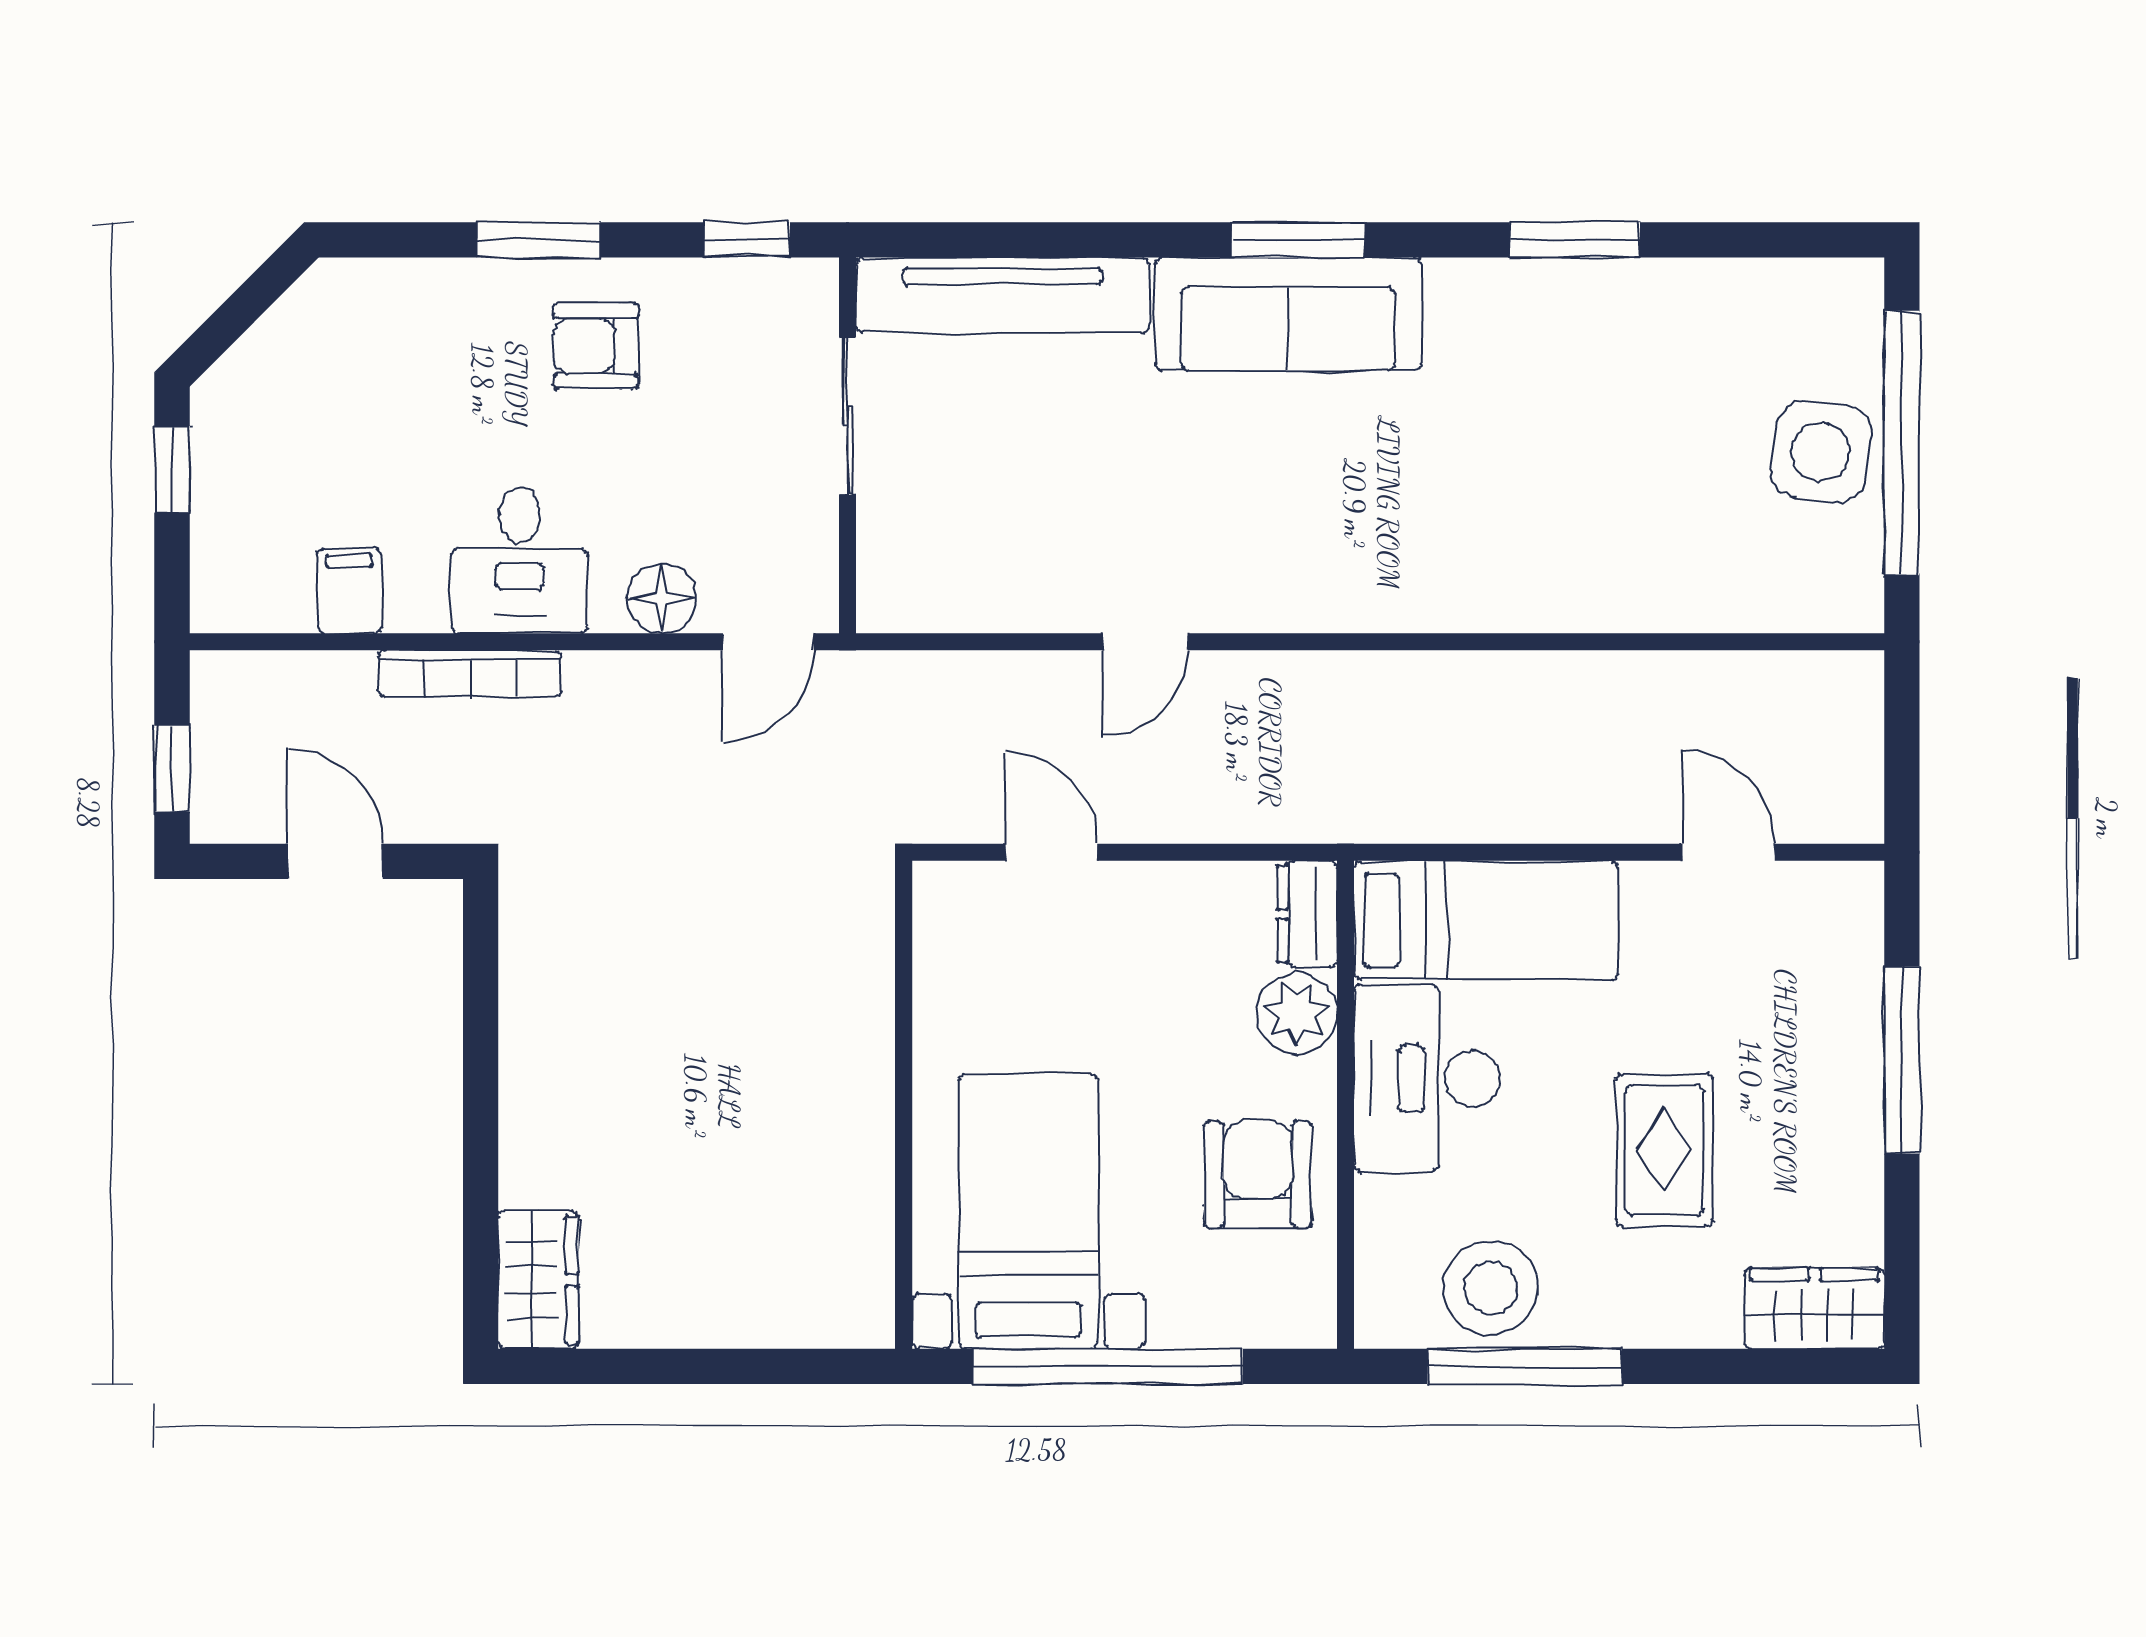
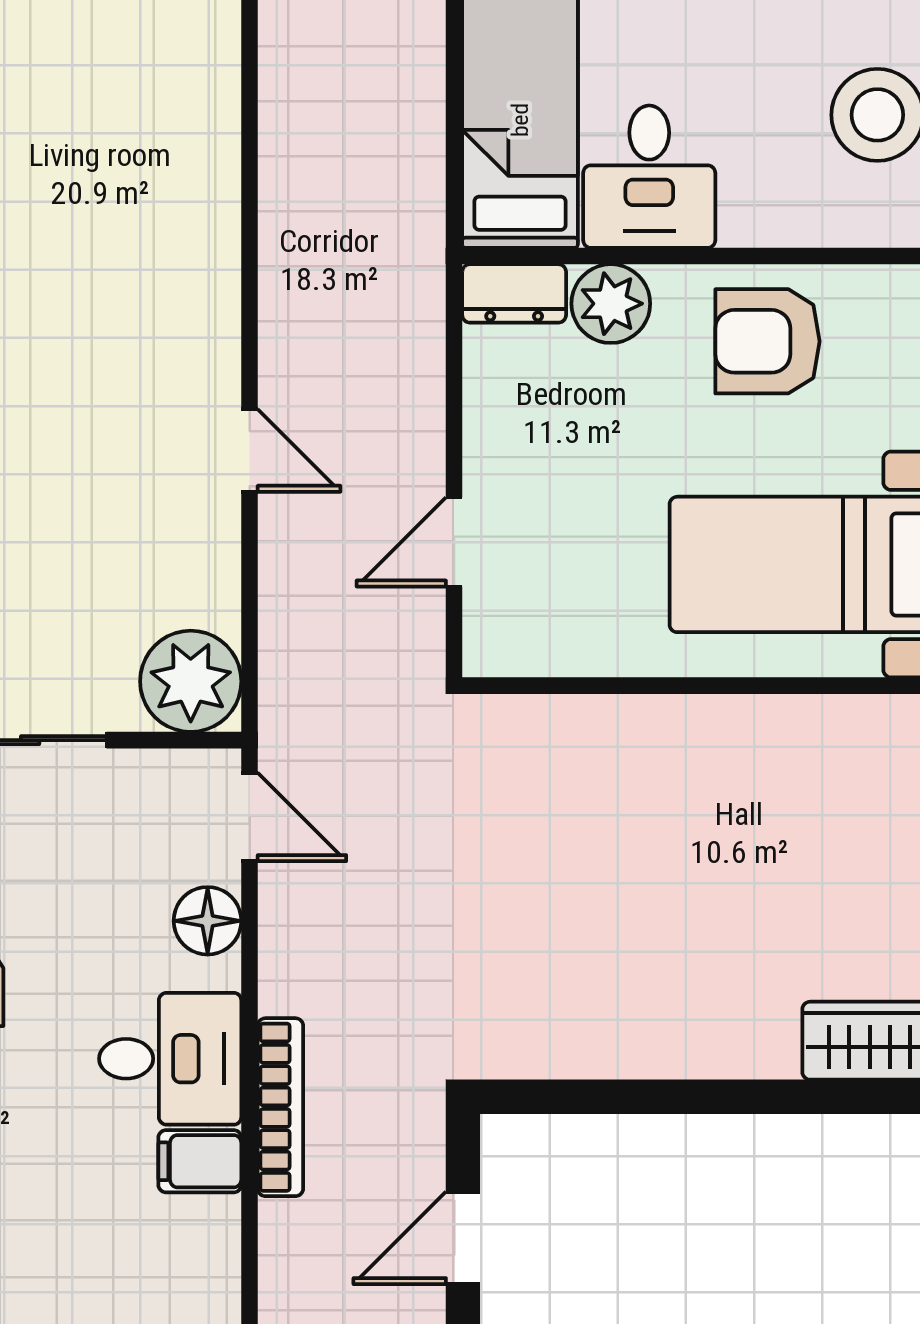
plant: (908, 581) -> (191, 681), added
filing cabinet: (349, 591) -> (200, 1161), moved
desk: (1427, 1078) -> (649, 177), width x0.73

